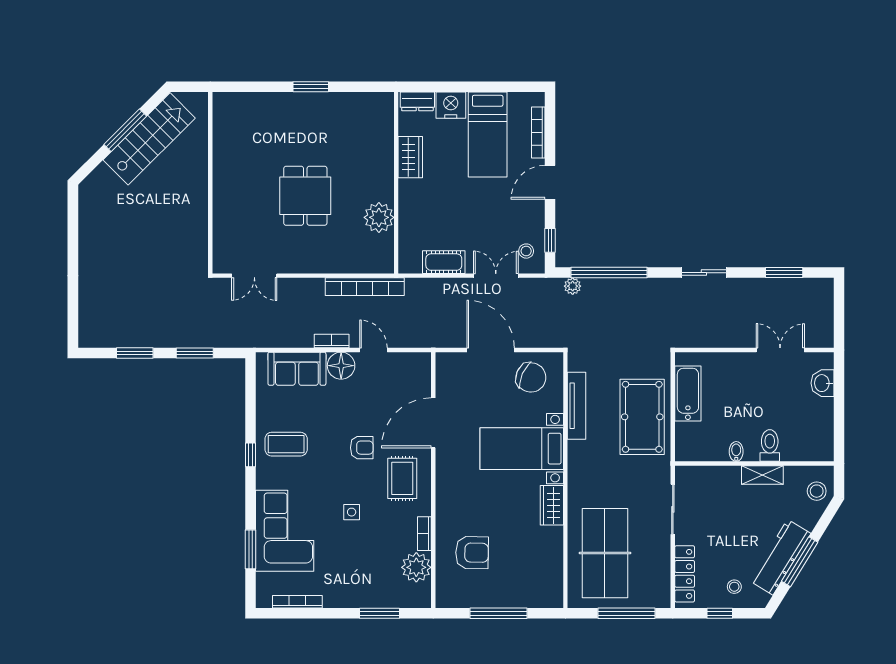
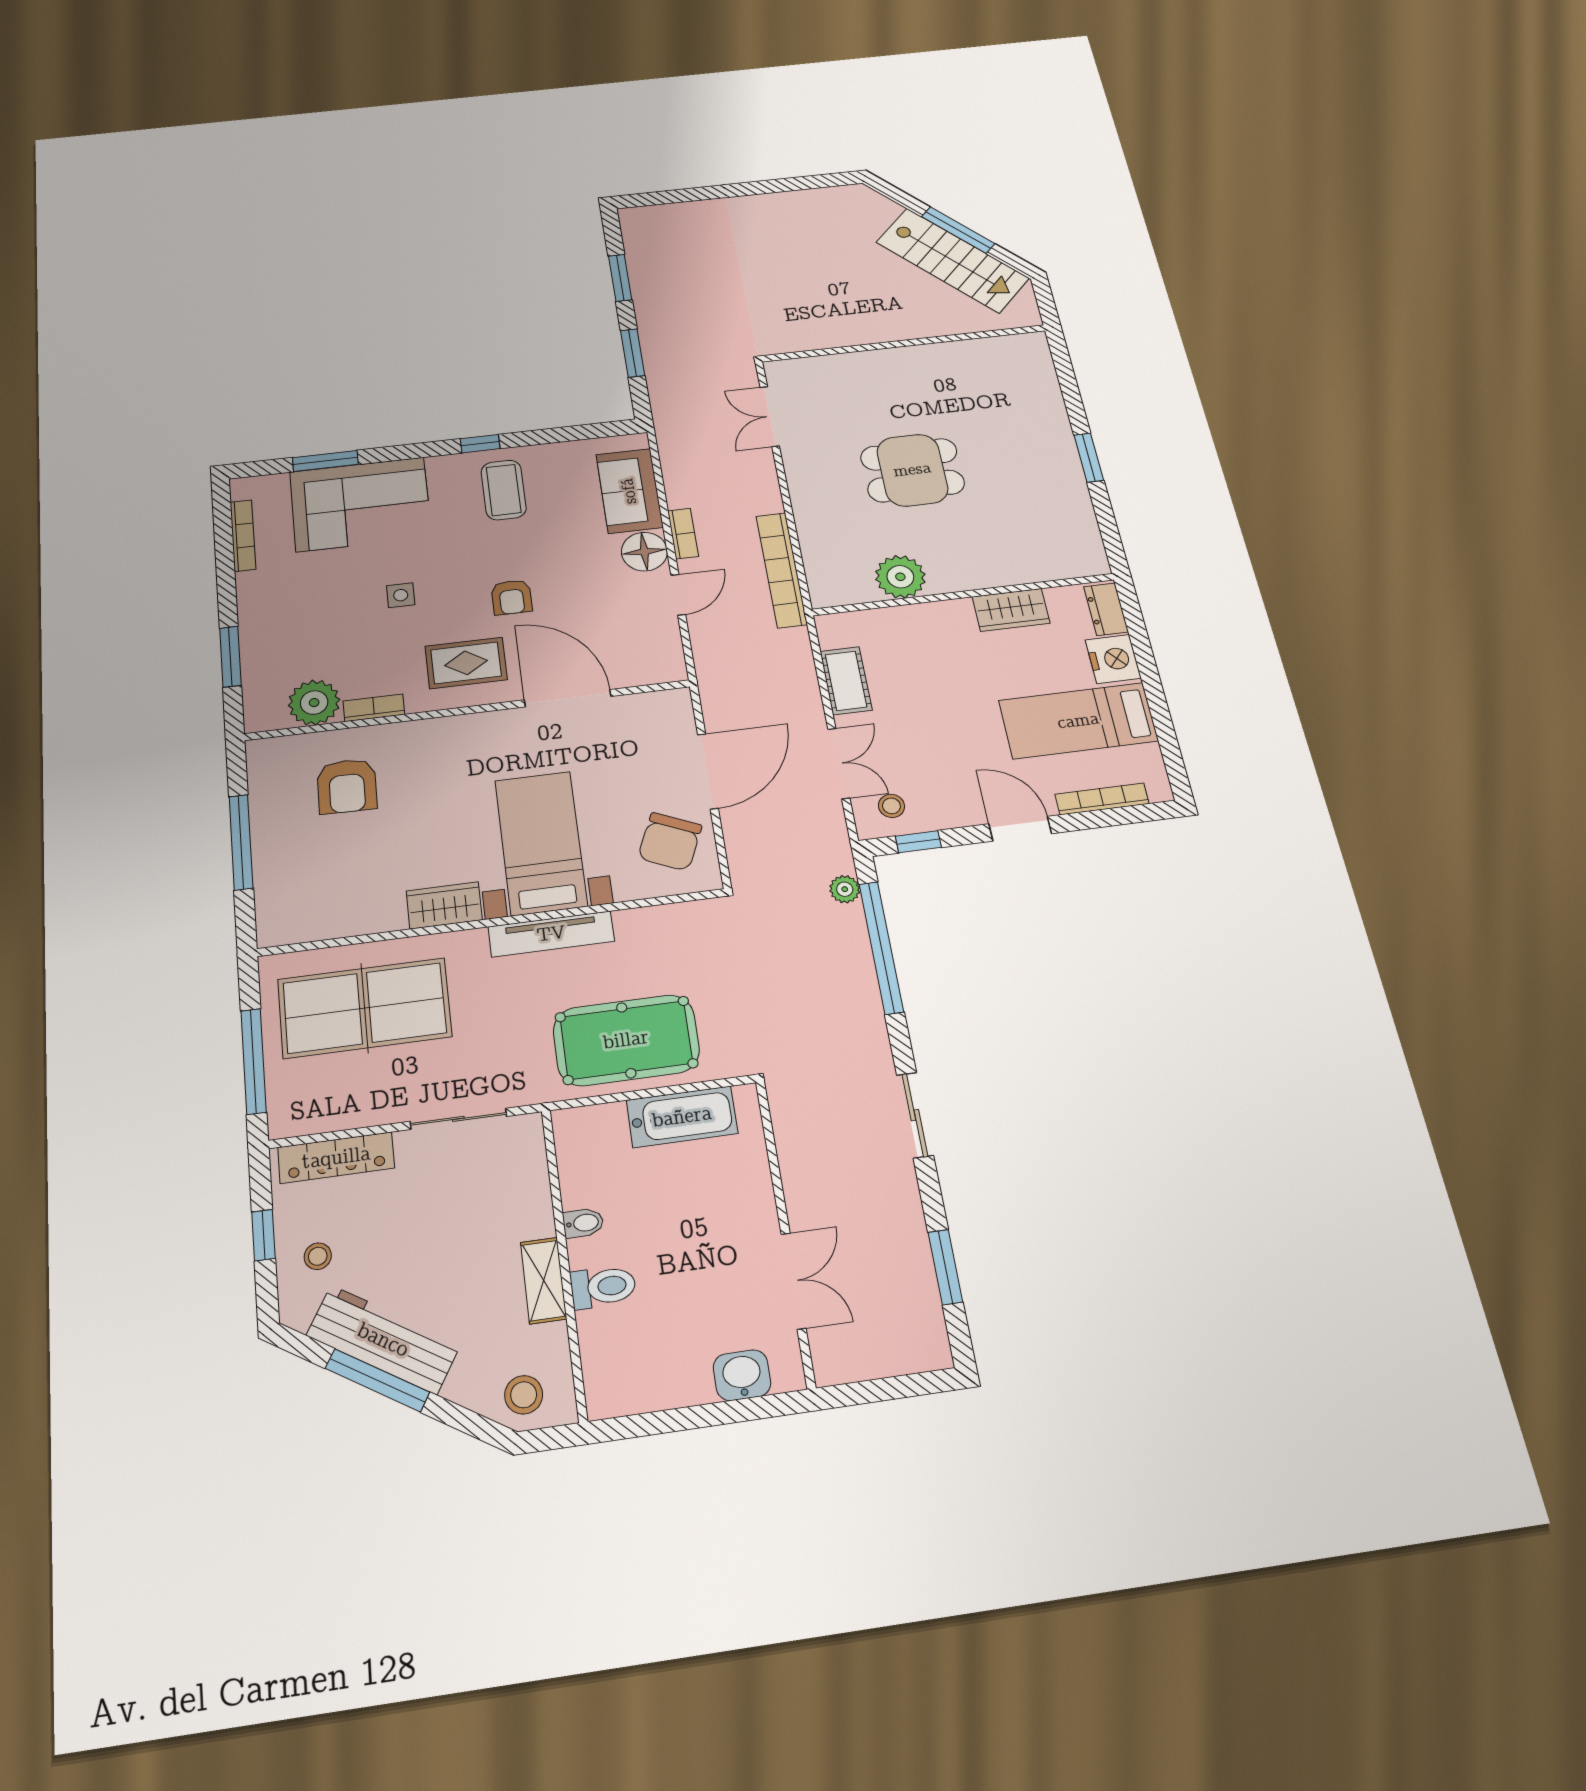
tv unit: (577, 406) -> (551, 934), moved

